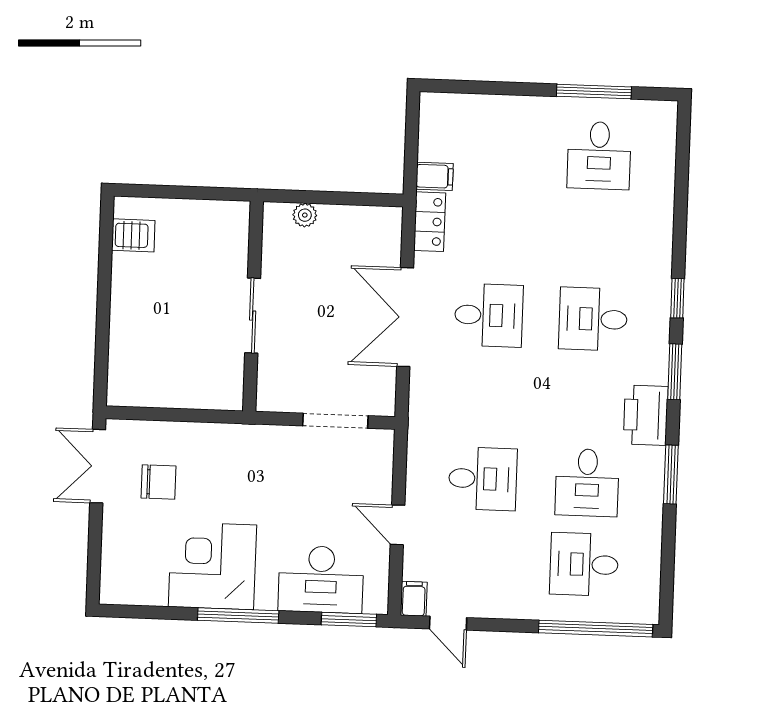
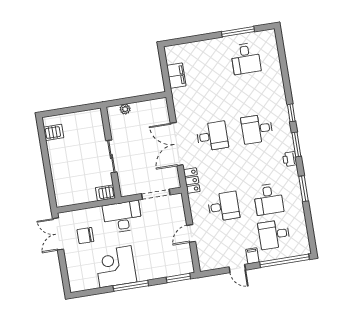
filing cabinet: (435, 176) -> (176, 76), width x2.00
locker: (430, 222) -> (192, 181), moved
server rack: (223, 395) -> (105, 193), added
printer: (646, 415) -> (290, 159), width x0.53, depth x0.68
chair: (159, 482) -> (85, 236), turned 180
door: (398, 525) -> (191, 233), hinge flipped
desk: (321, 579) -> (122, 217), moved, turned 180
filing cabinet: (414, 599) -> (252, 256), moved
door: (448, 623) -> (237, 268), moved

